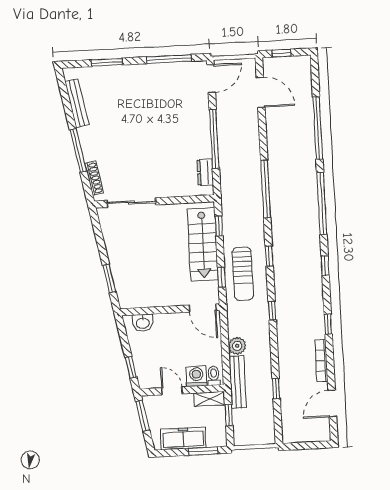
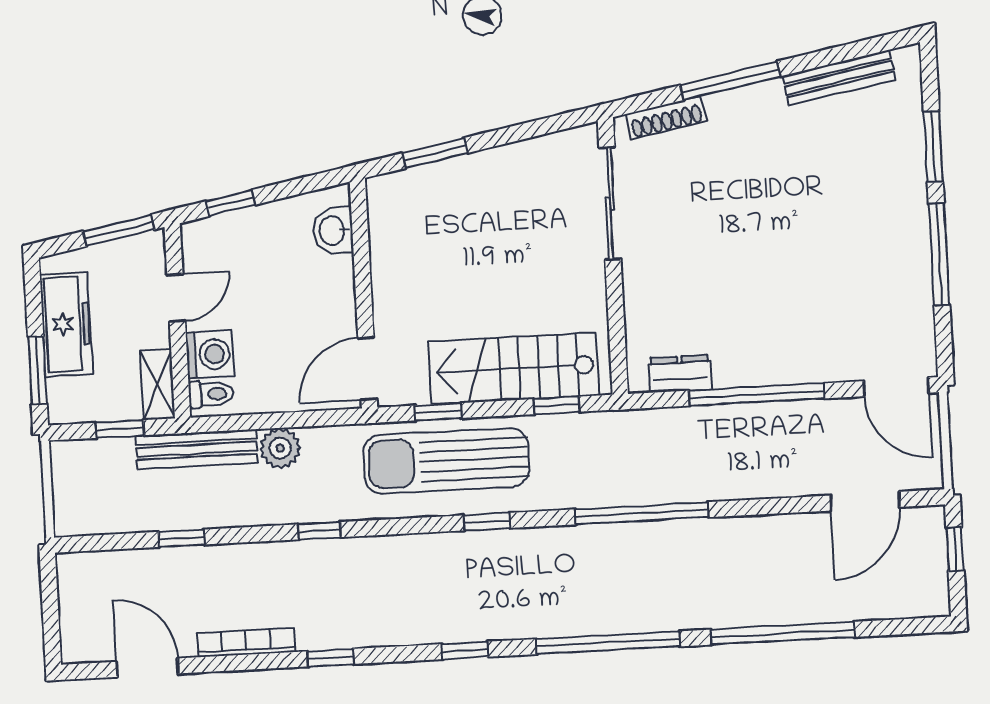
window: (169, 59) -> (939, 254), moved
sun lounger: (243, 274) -> (446, 461), width x1.36, depth x1.34
window: (272, 311) -> (319, 531), moved

